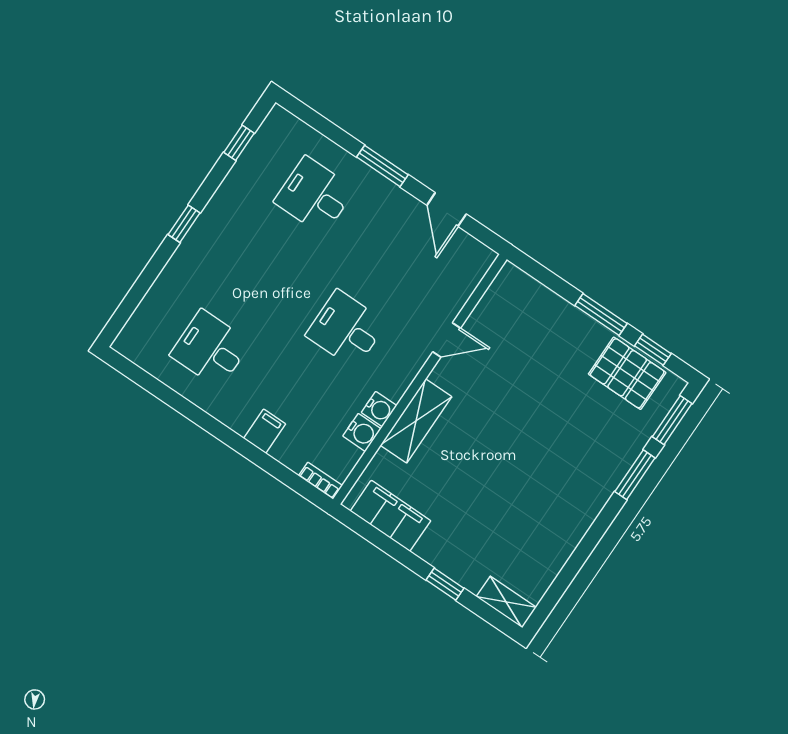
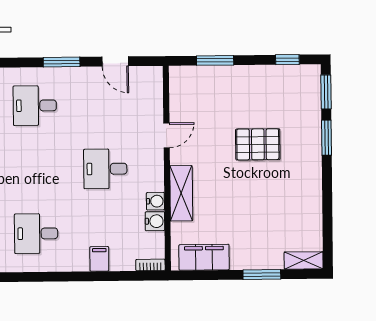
window: (601, 315) -> (215, 60), moved
pallet: (627, 373) -> (258, 144), moved
window: (445, 584) -> (262, 274), width x1.50

